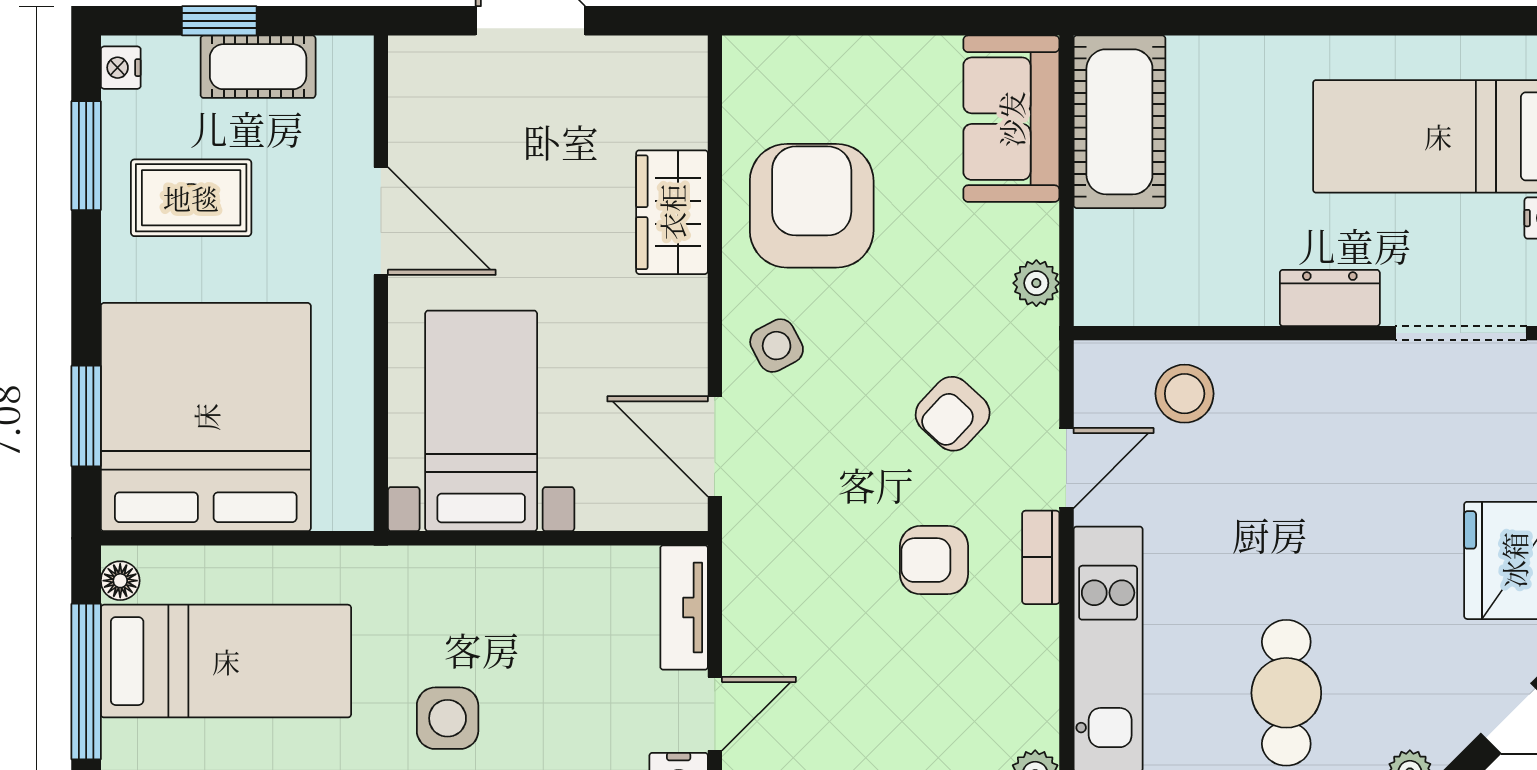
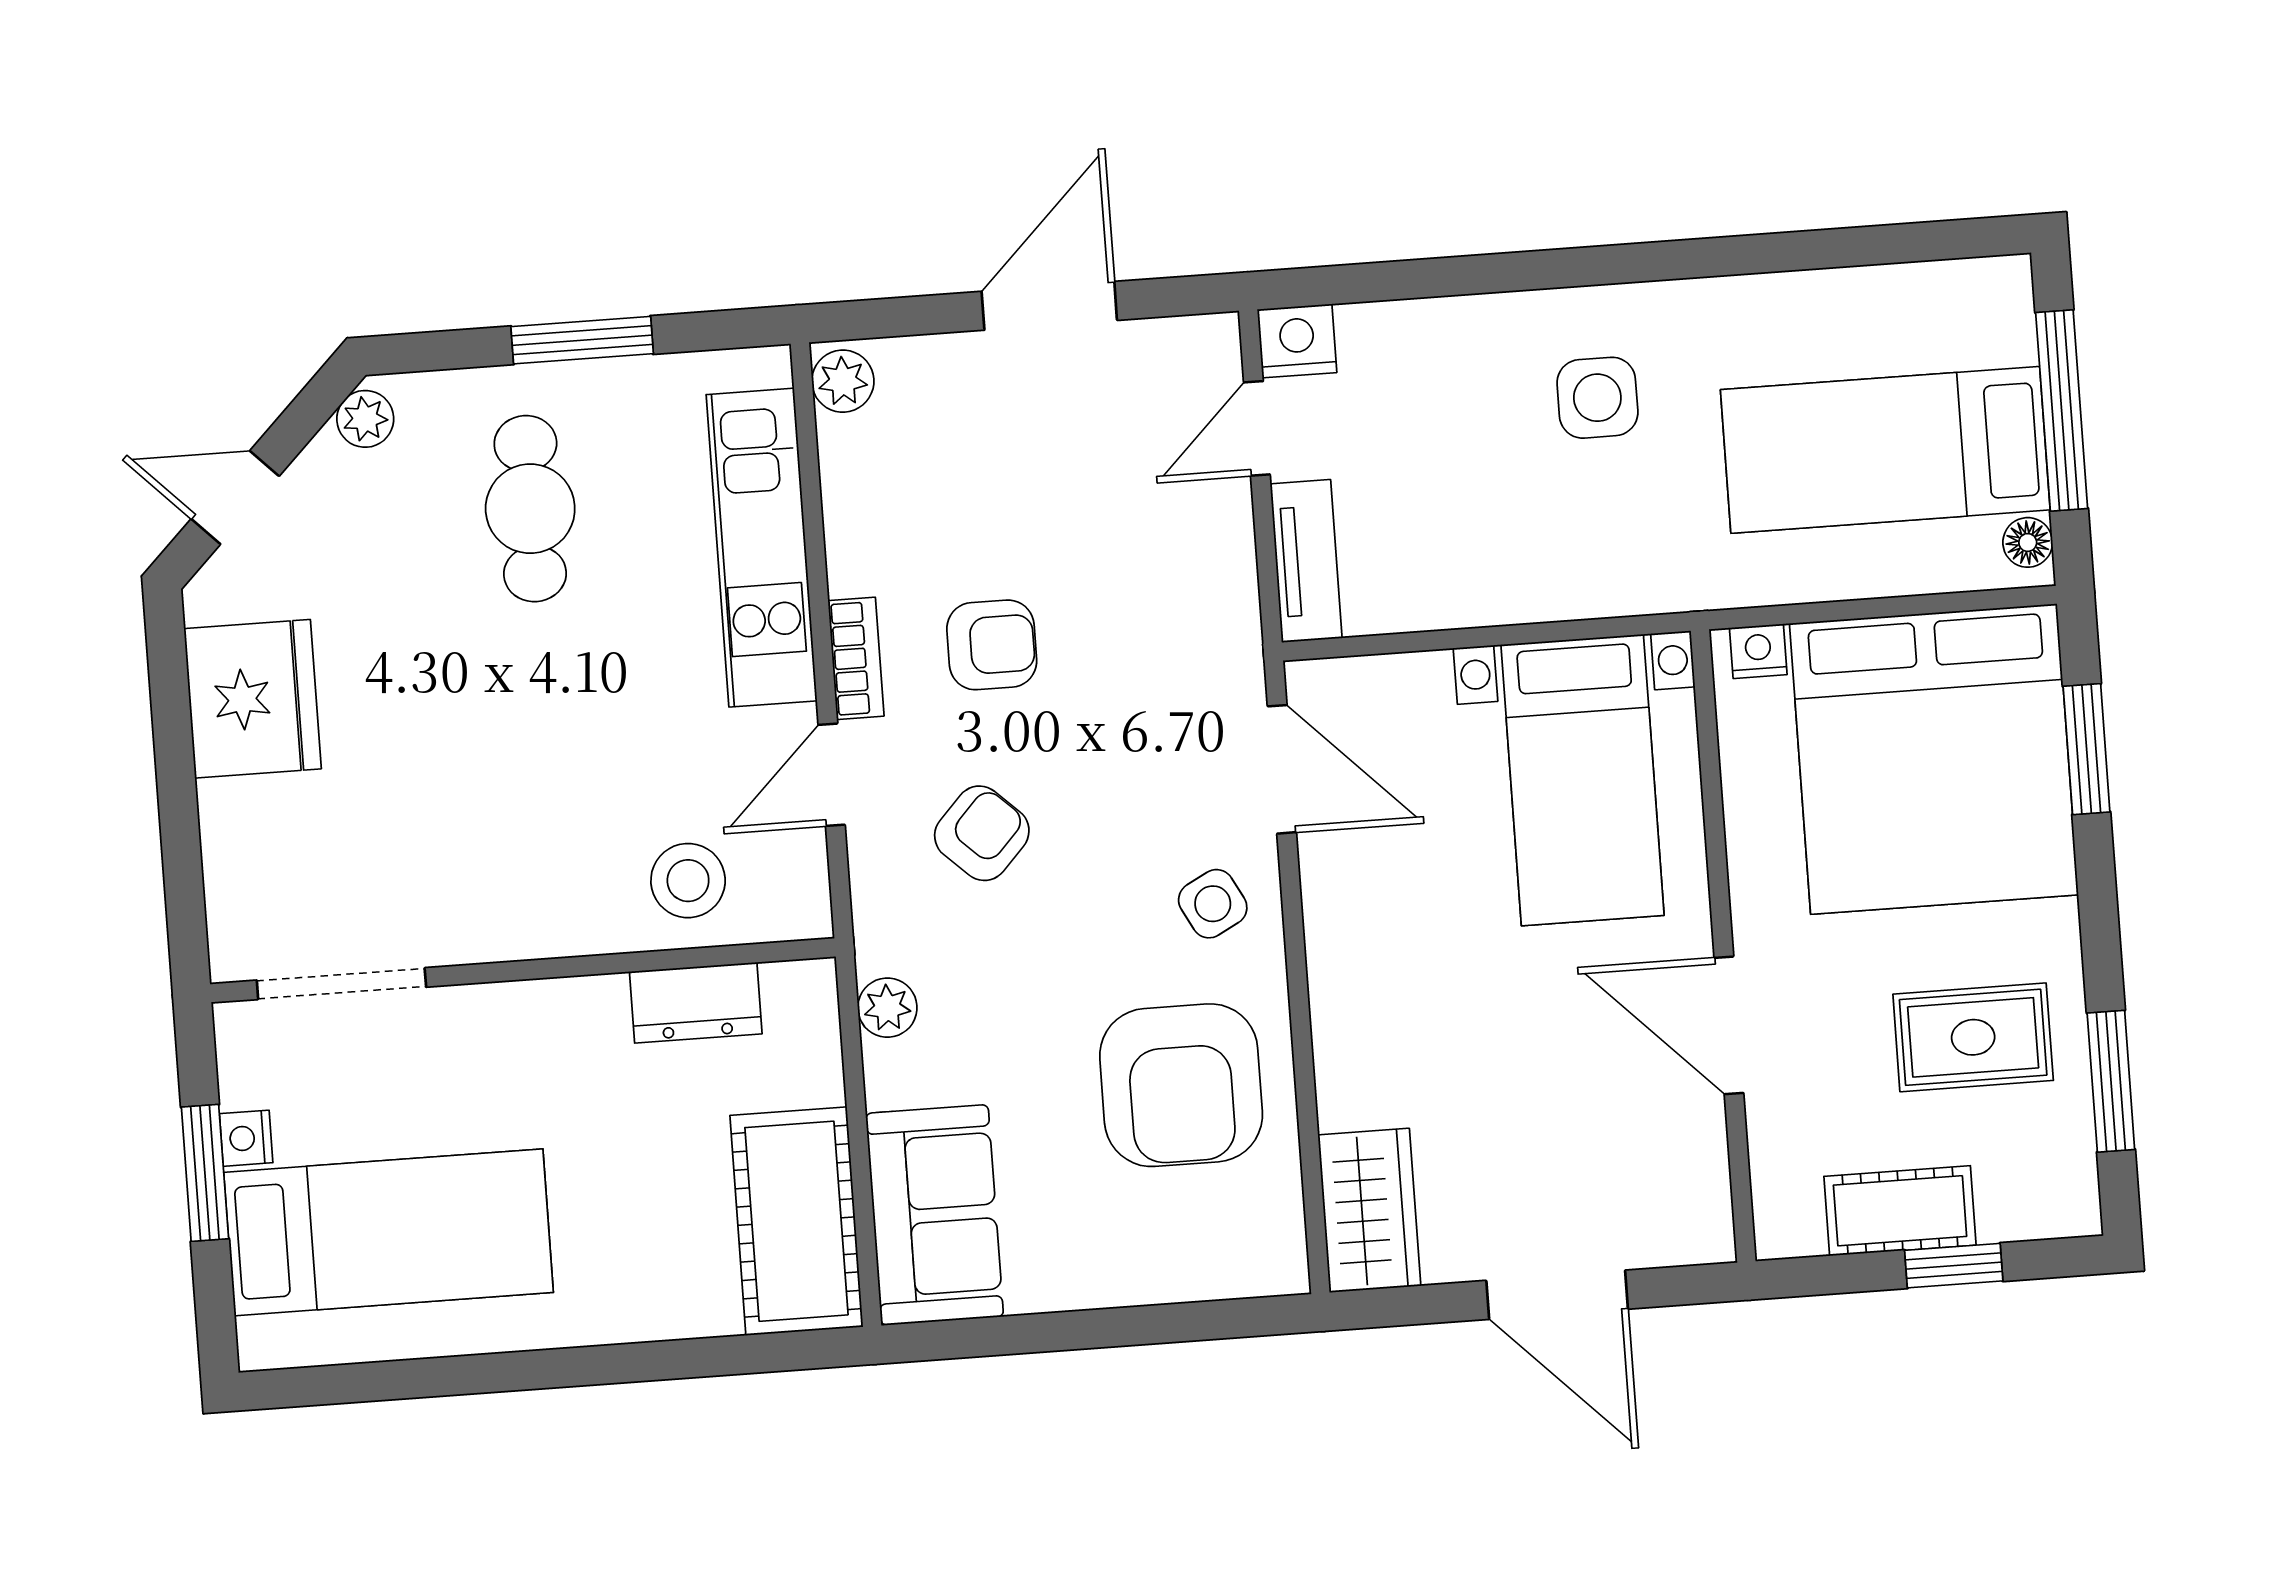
nightstand: (121, 68) -> (1758, 651), moved, turned -90
wardrobe: (672, 212) -> (1369, 1210), moved
dresser: (1330, 298) -> (696, 1003), moved

